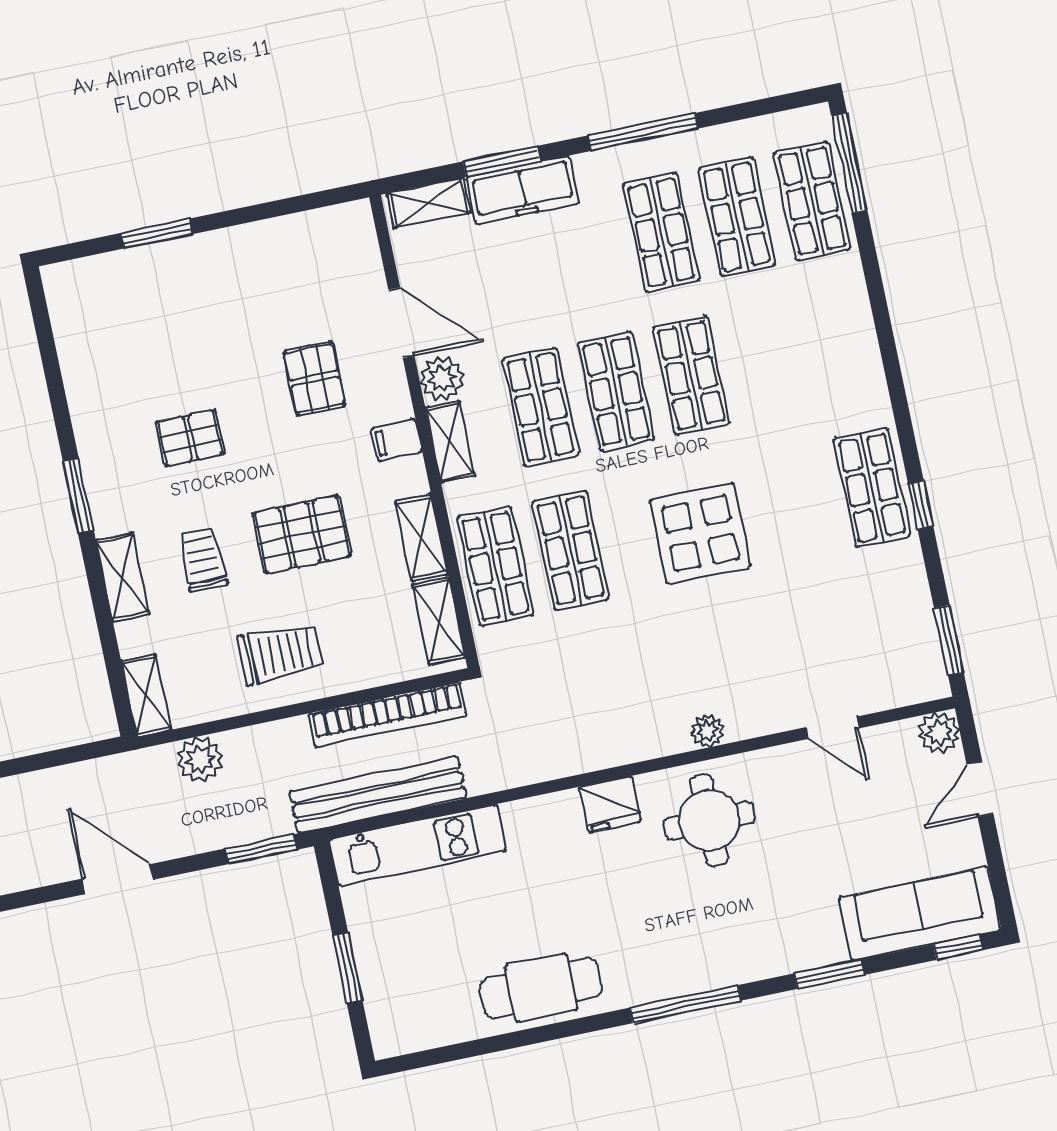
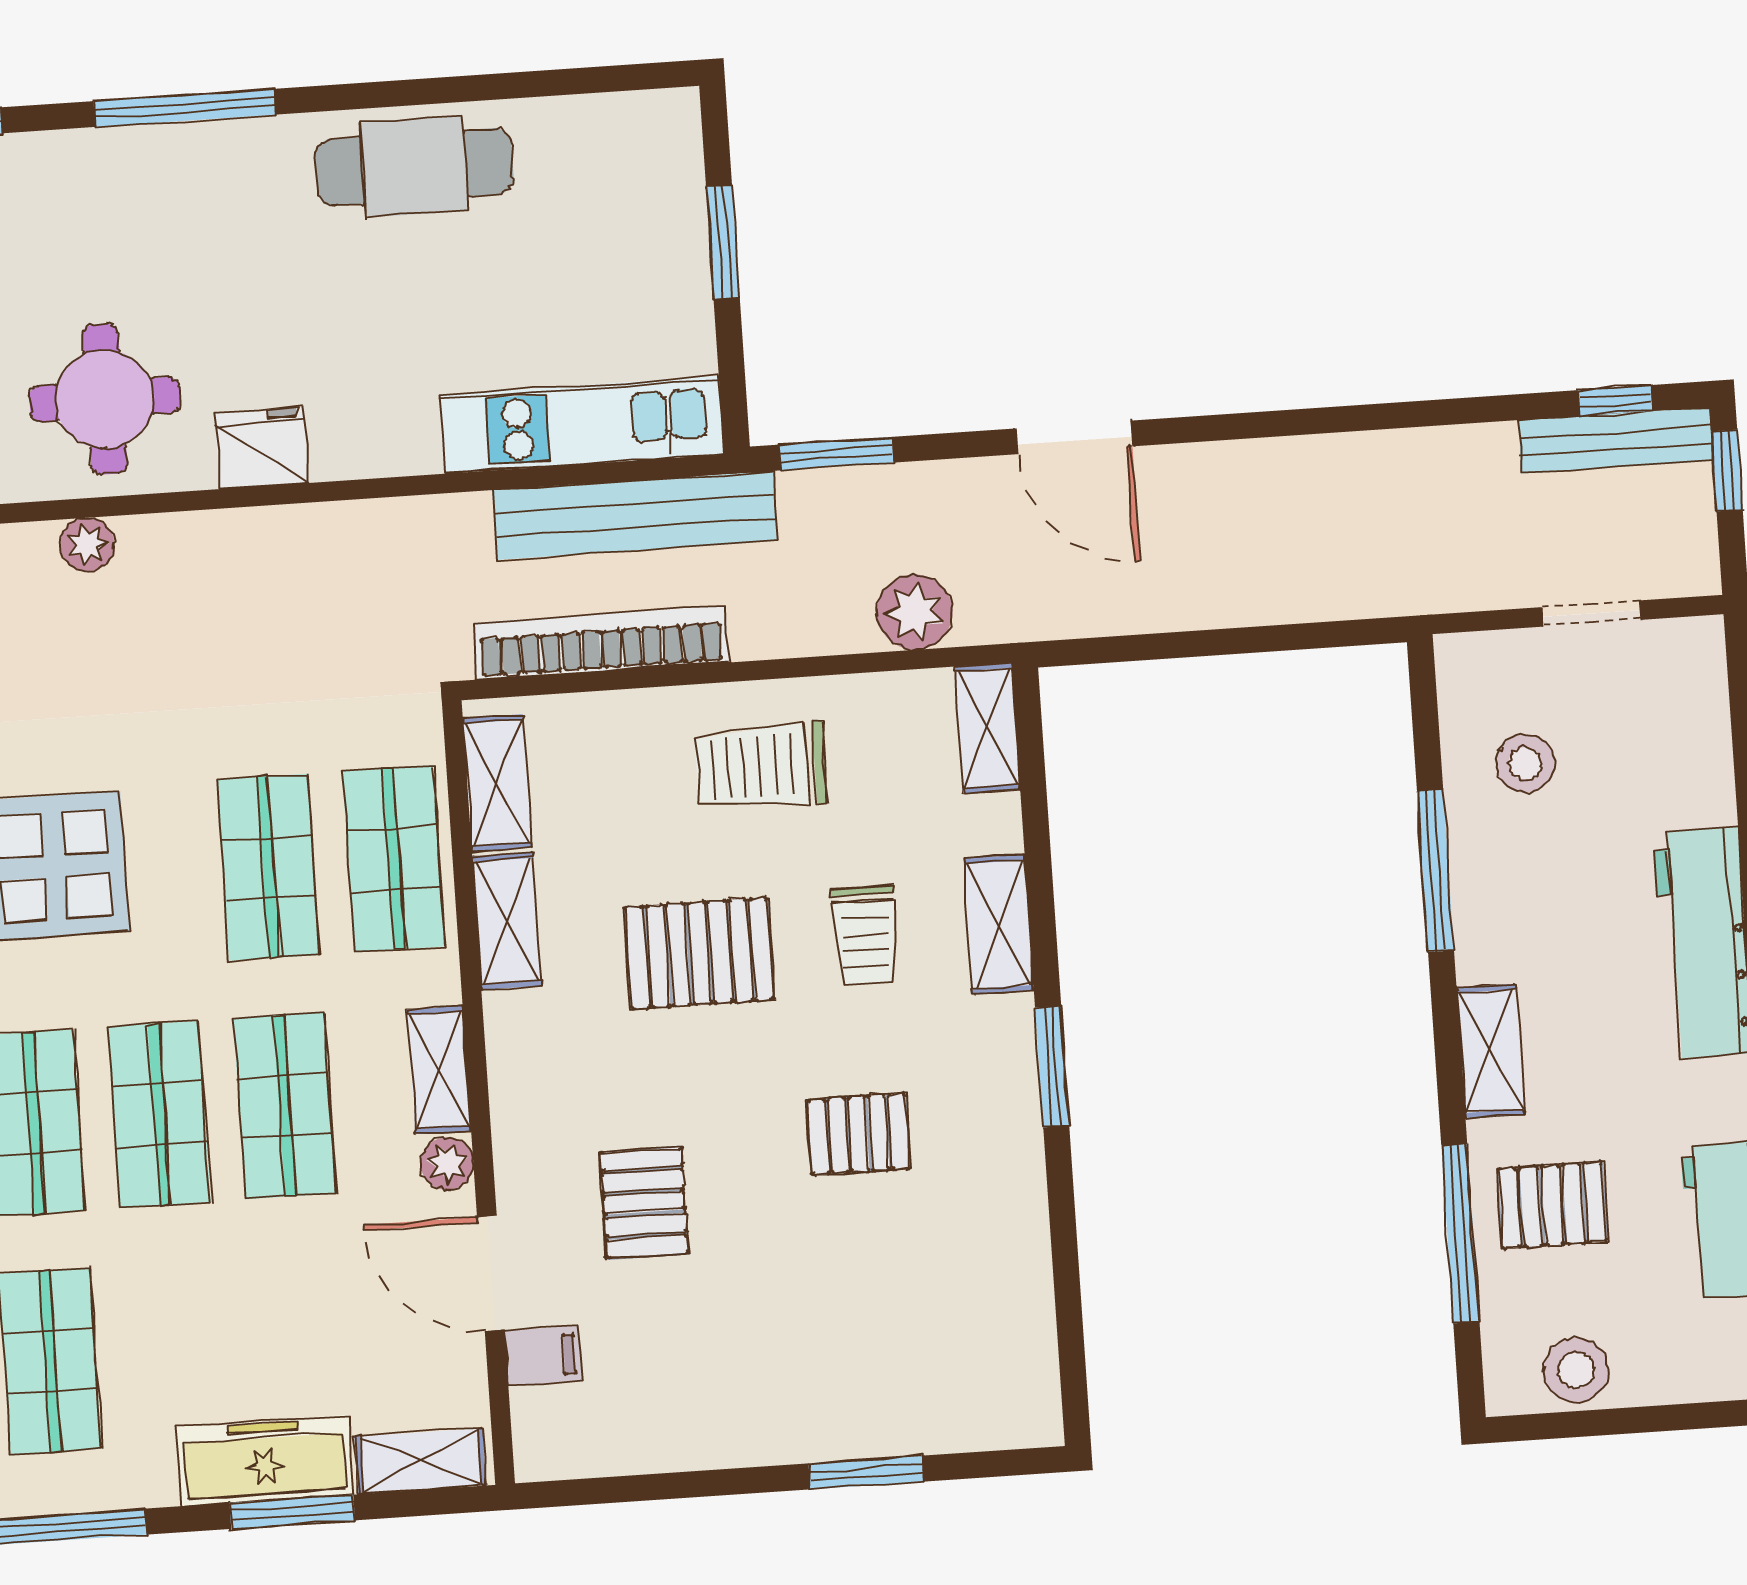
plant: (442, 379) -> (447, 1163), width x0.73, depth x0.73
filing cabinet: (397, 440) -> (543, 1356), moved

